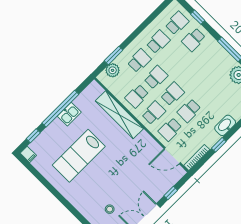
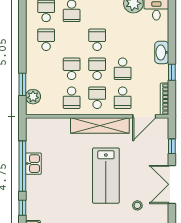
school desk: (139, 61) -> (97, 40), moved
shelving: (119, 115) -> (100, 125), moved
lab bench: (79, 156) -> (106, 176), moved

